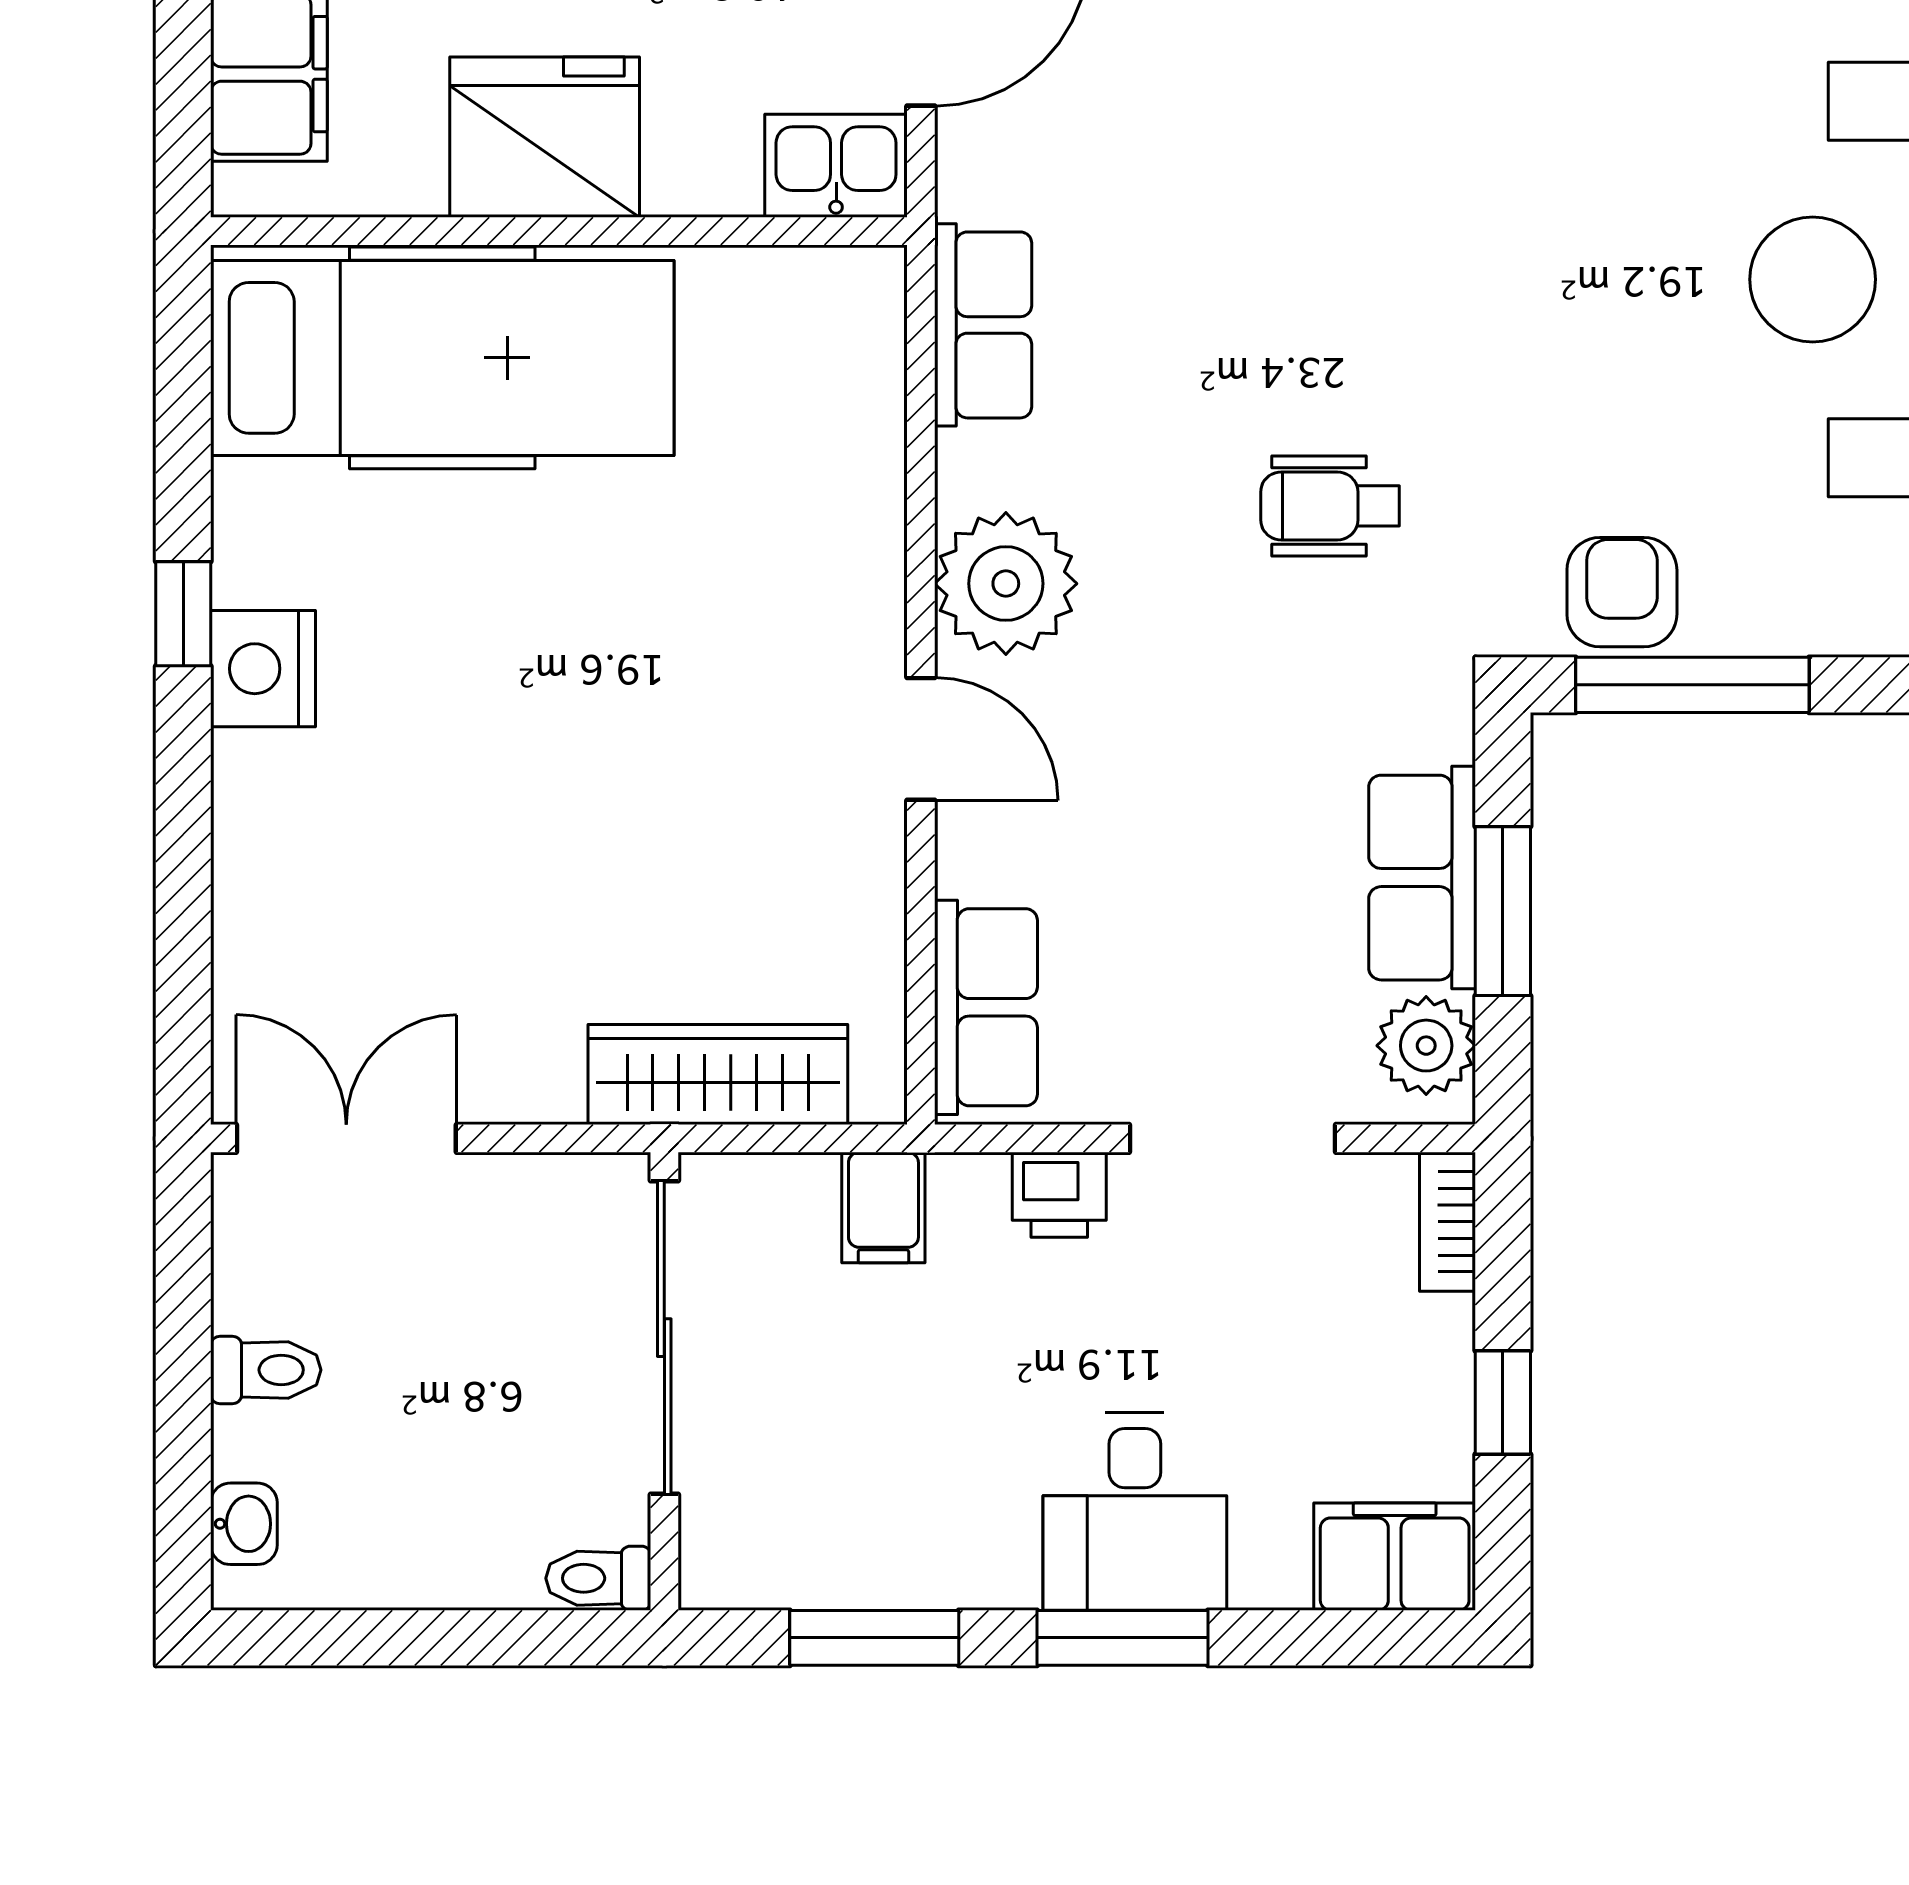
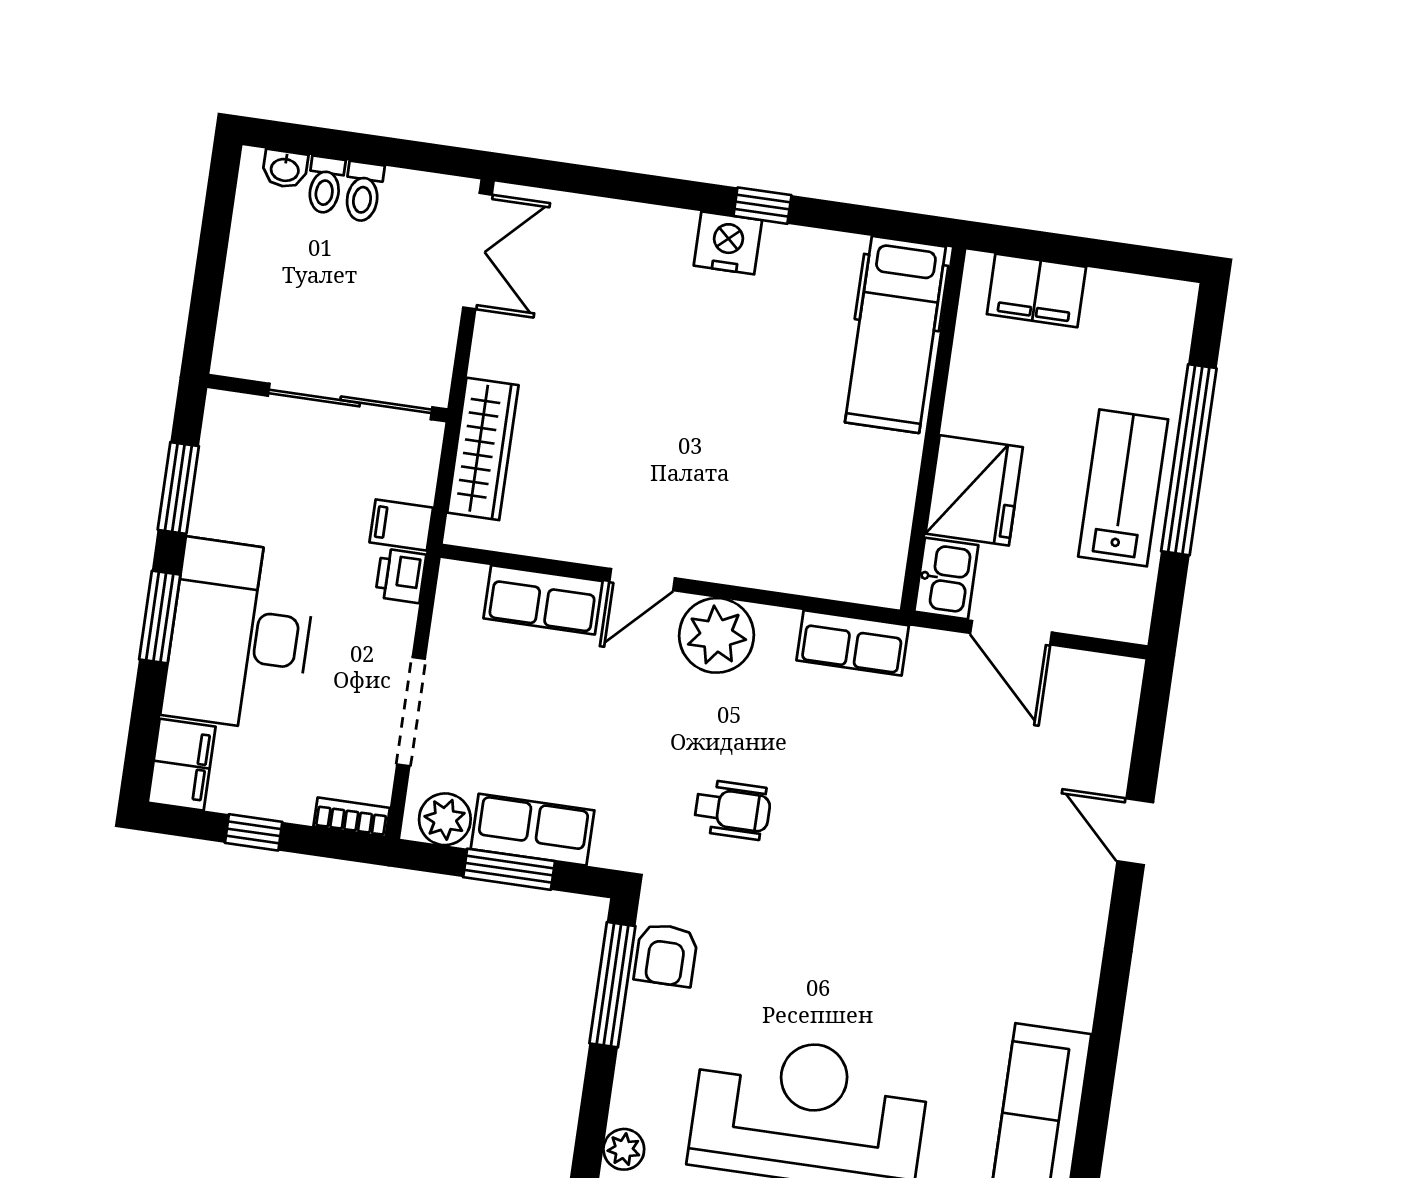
fridge: (545, 137) -> (974, 490), moved
hospital bed: (442, 358) -> (895, 335), width x0.73, depth x0.78
wheelchair: (1330, 506) -> (733, 810), turned 90
armchair: (1622, 592) -> (666, 955), turned 90
row of seats: (986, 1007) -> (543, 600), moved
printer: (1059, 1195) -> (401, 576), moved
desk: (1135, 1512) -> (240, 635), width x1.87, depth x1.30
toilet: (598, 1578) -> (325, 185), moved, turned 180

